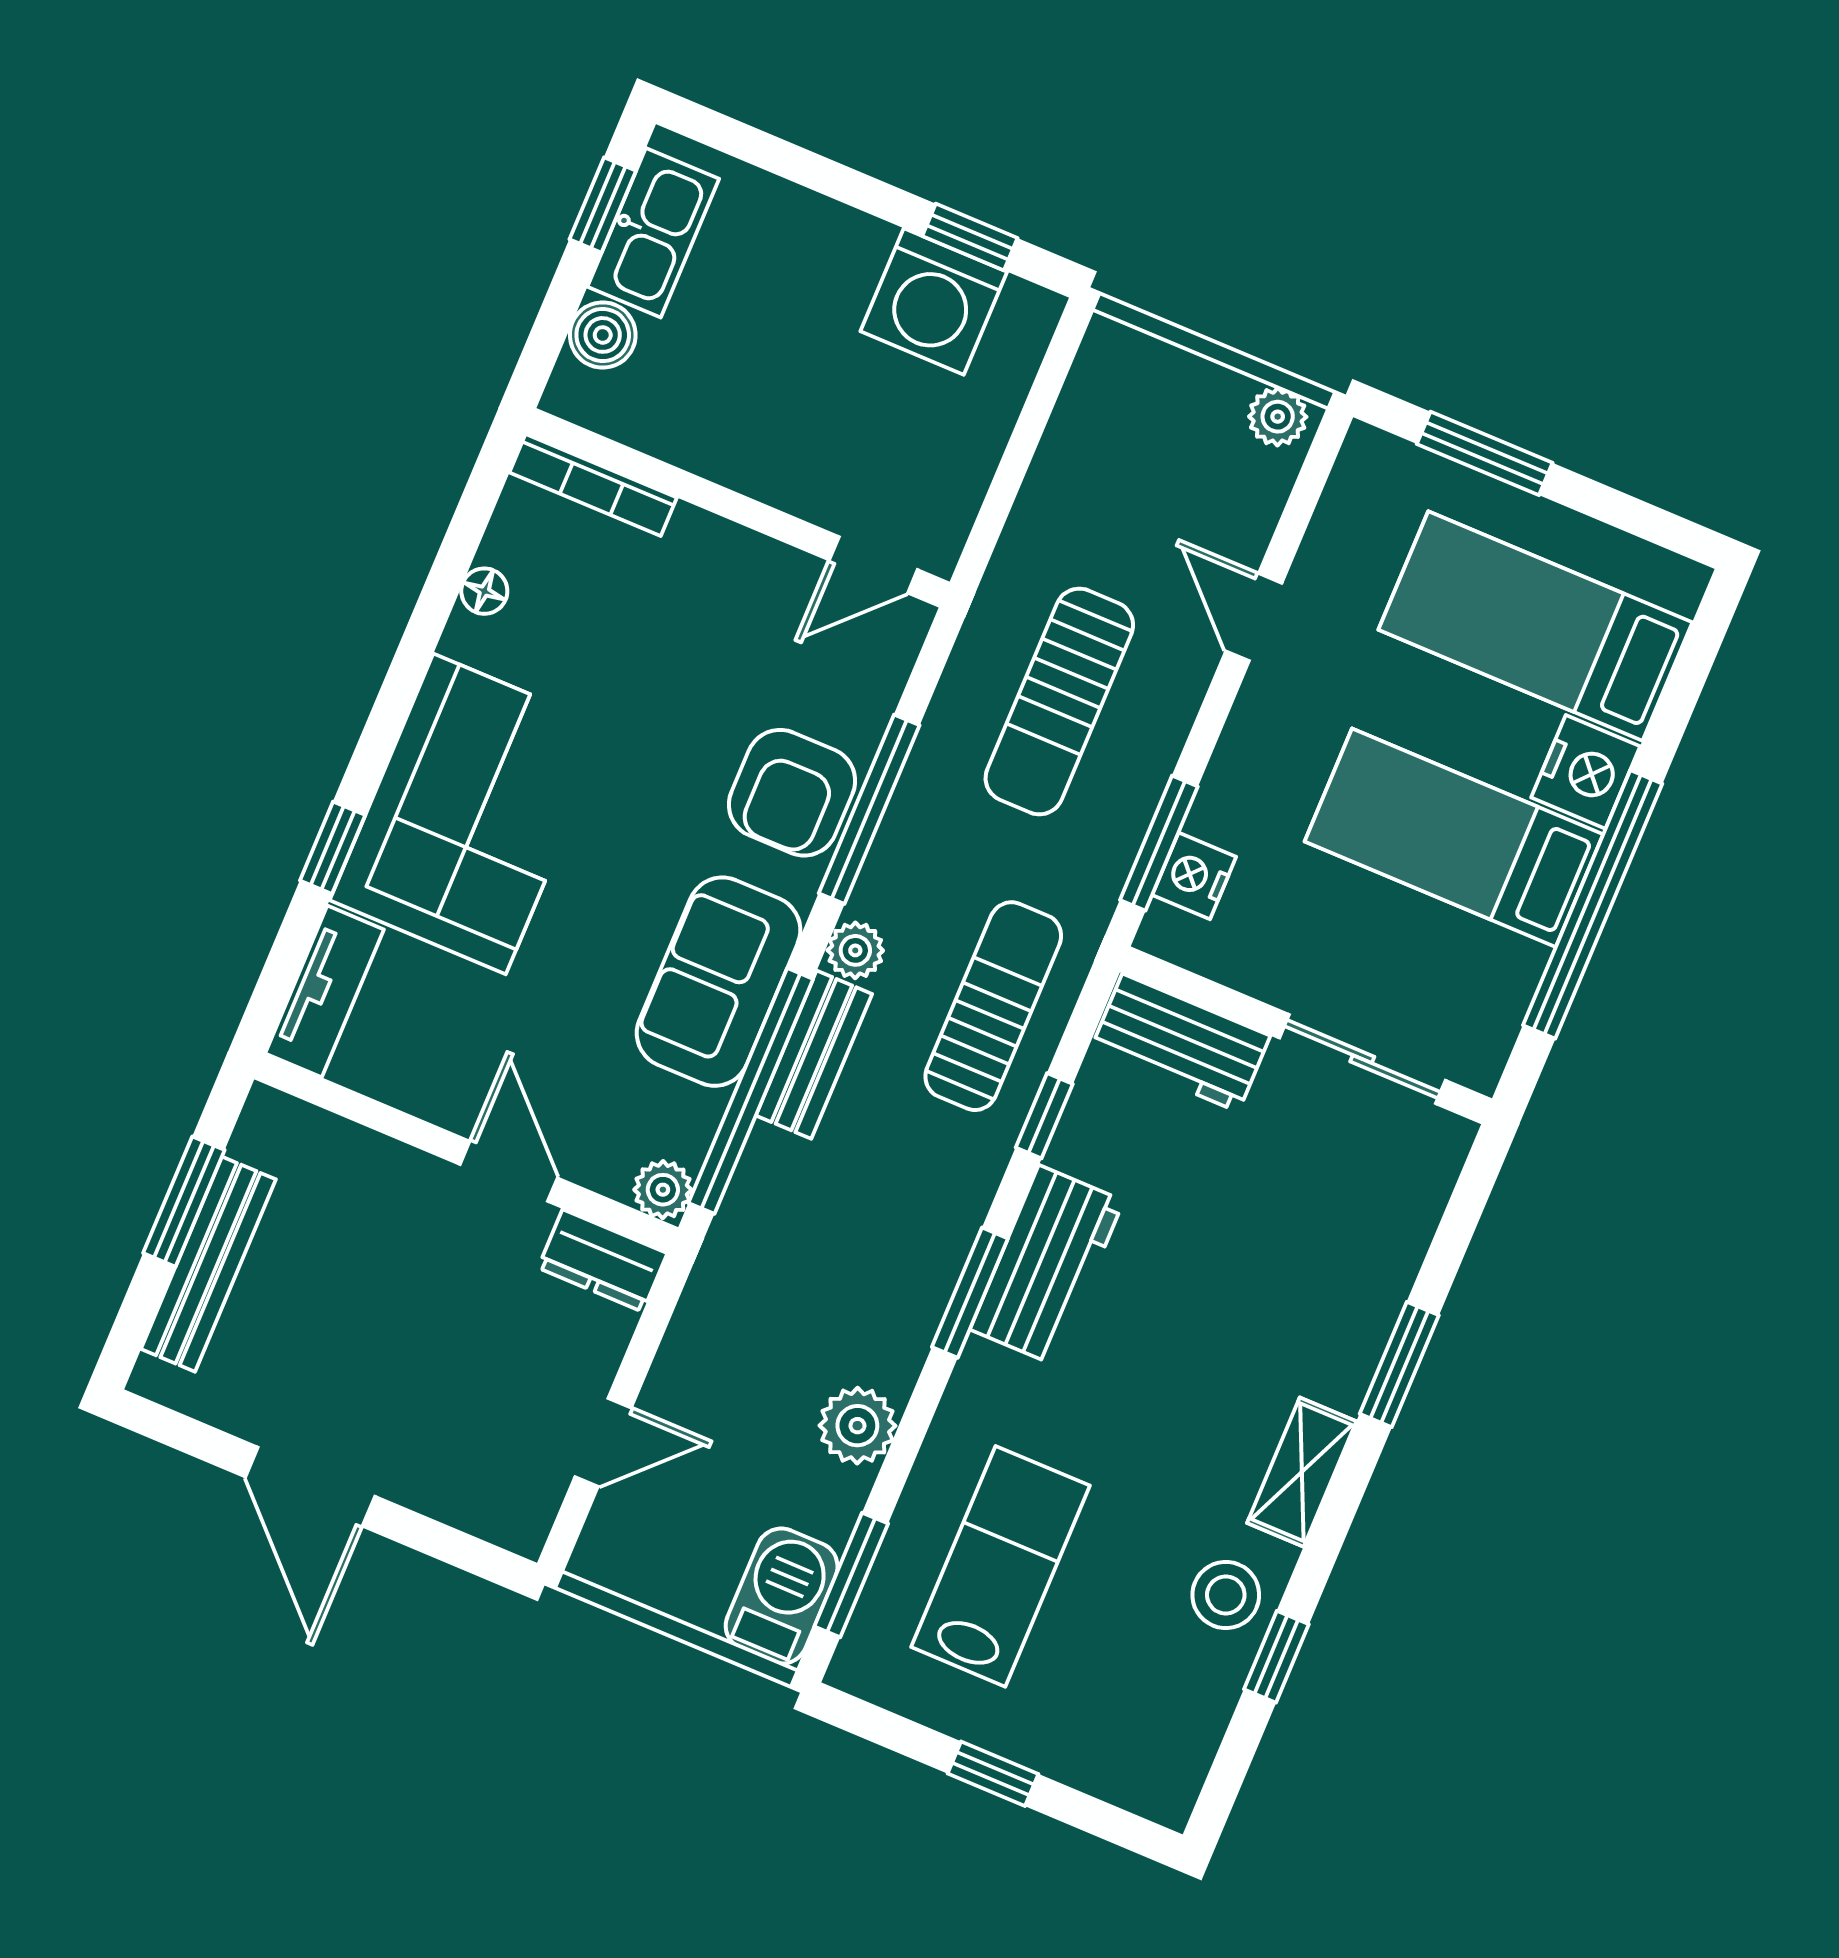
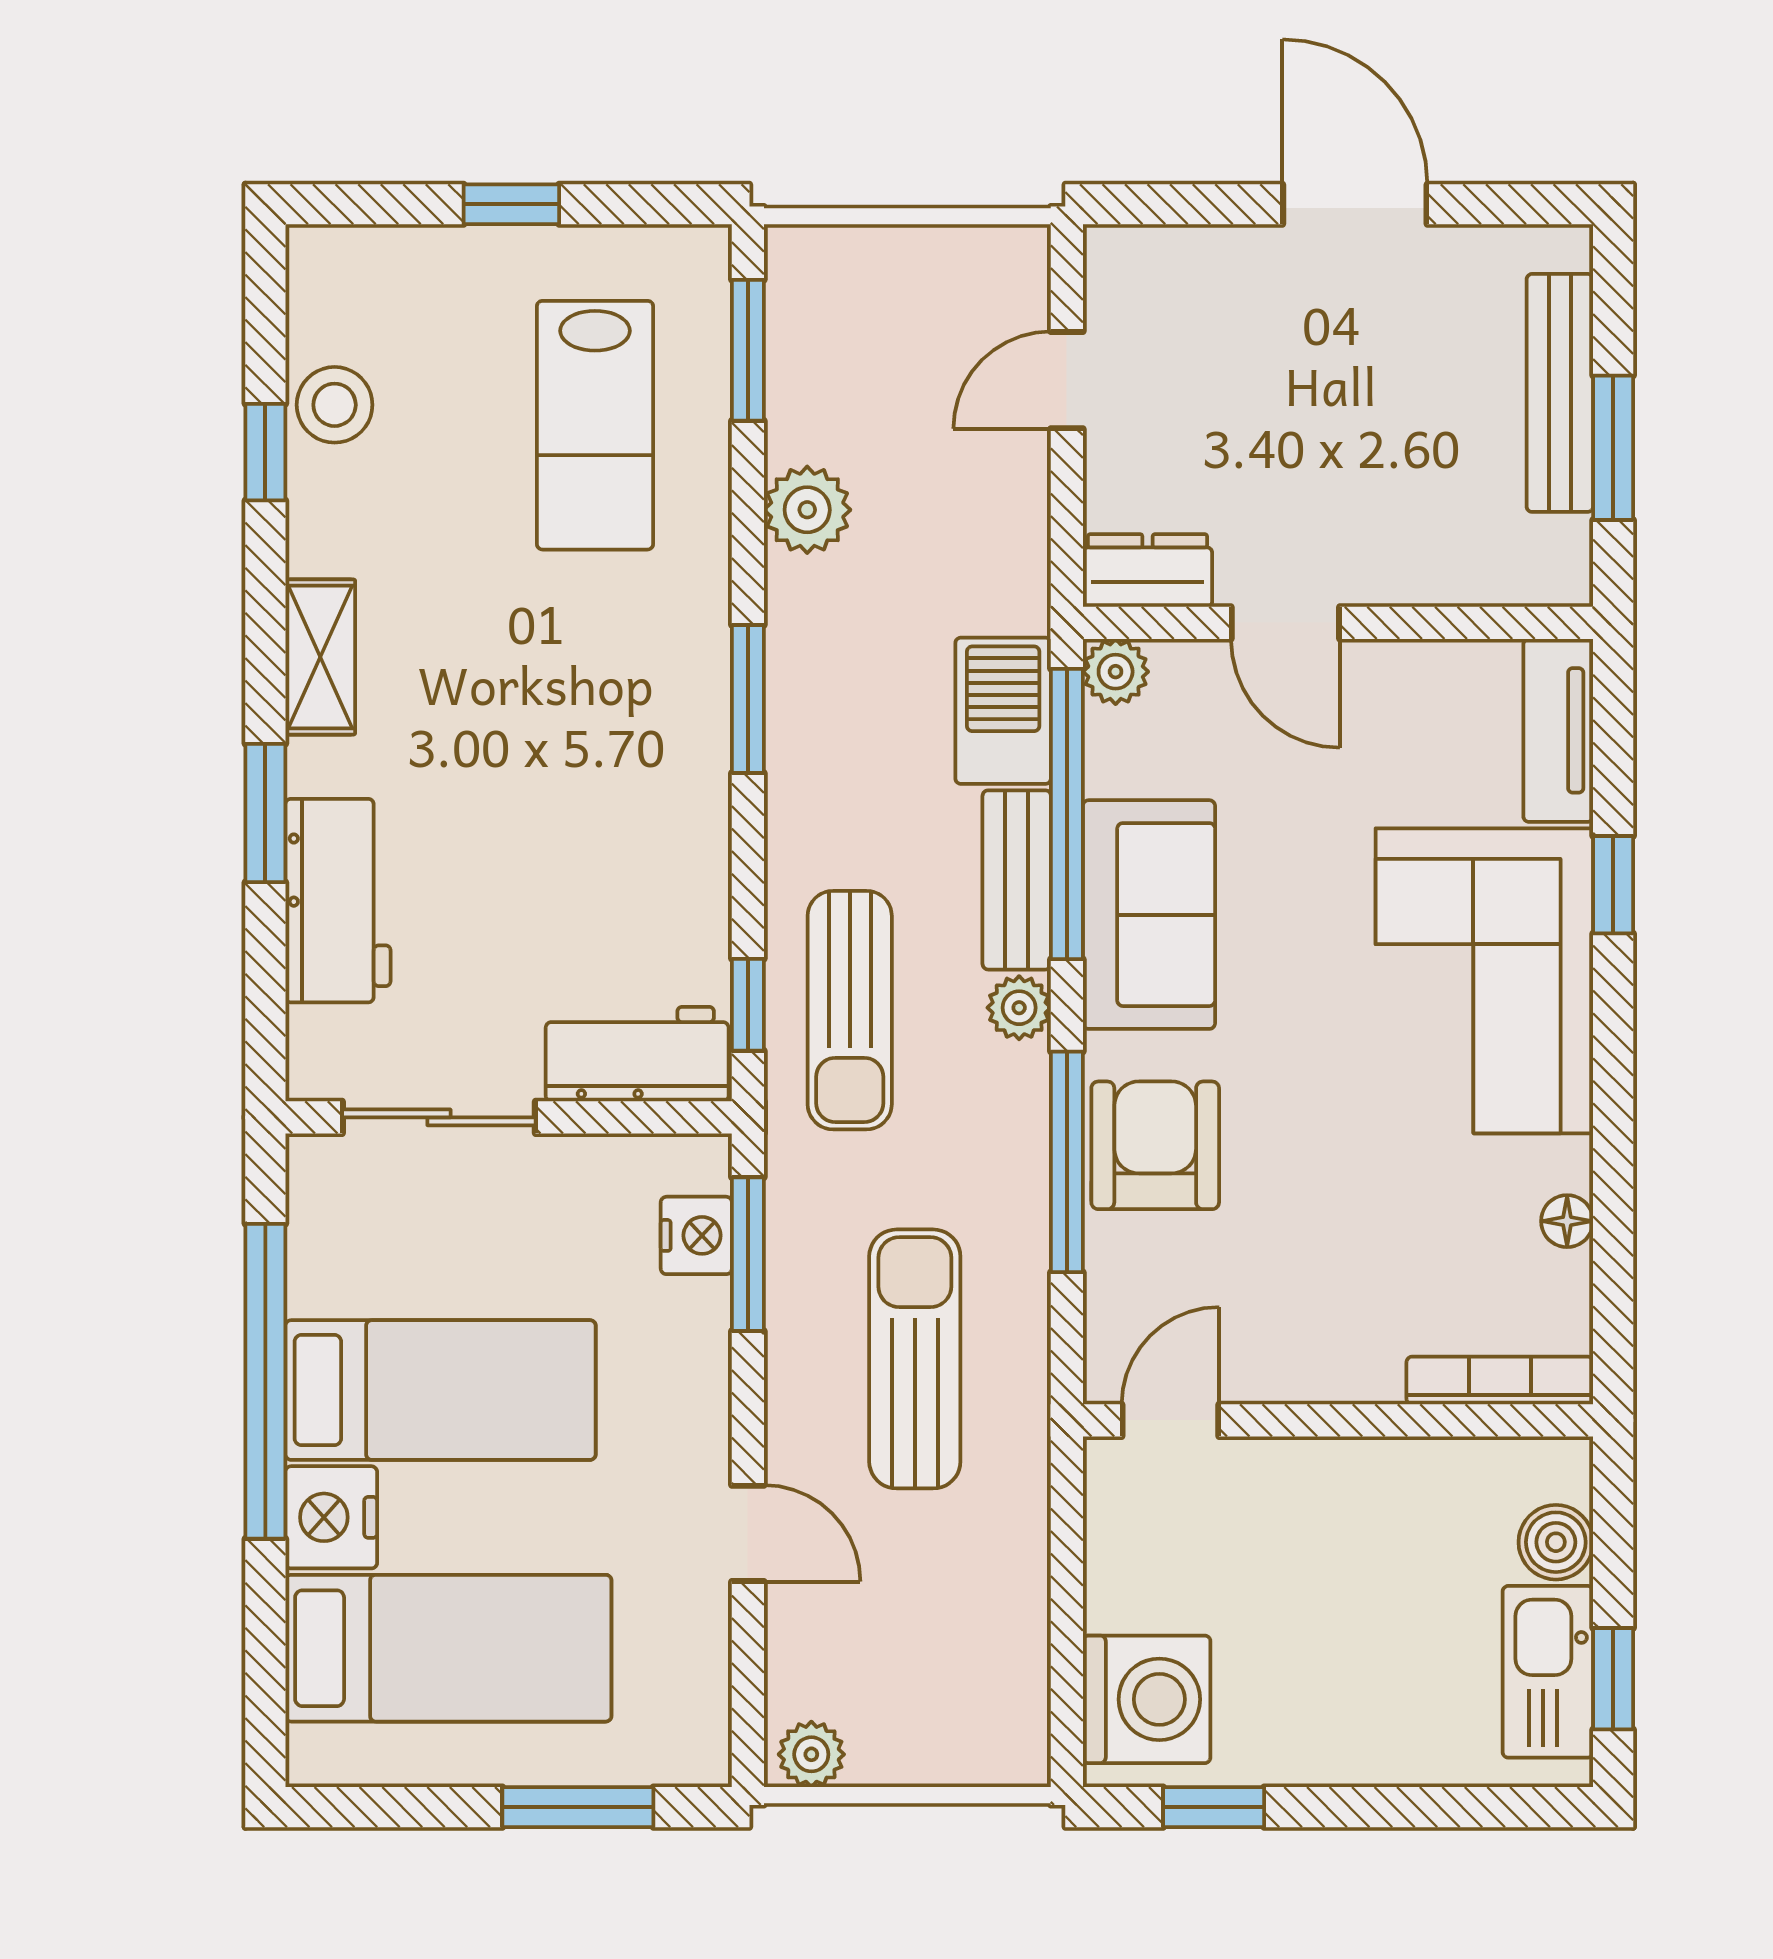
washing machine: (934, 301) -> (1147, 1699), moved, turned 90
window: (1044, 1116) -> (748, 1005), moved
workbench: (1047, 1265) -> (338, 901), moved, turned 180
stool: (1226, 1595) -> (335, 405), moved
barbecue: (782, 1596) -> (1003, 711), moved, turned 180

